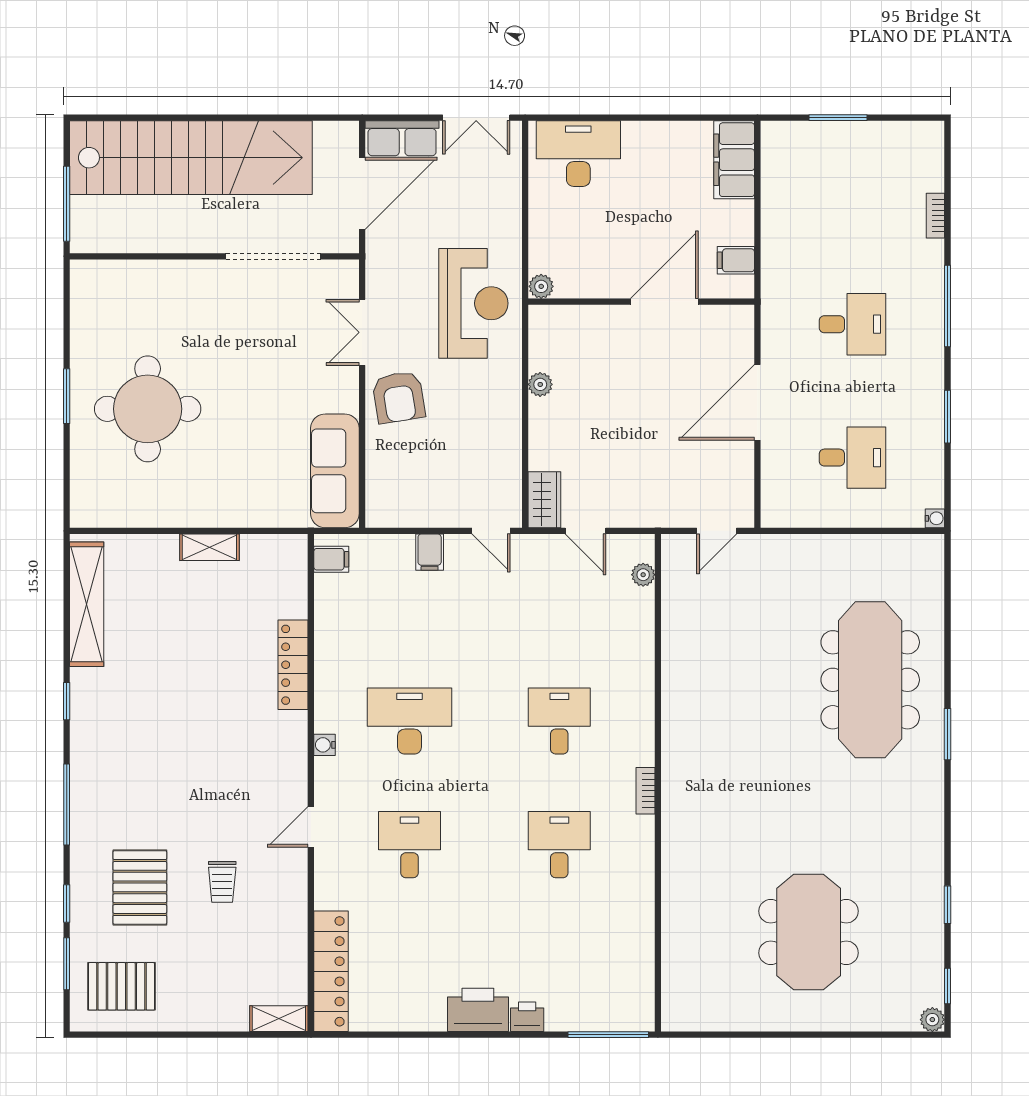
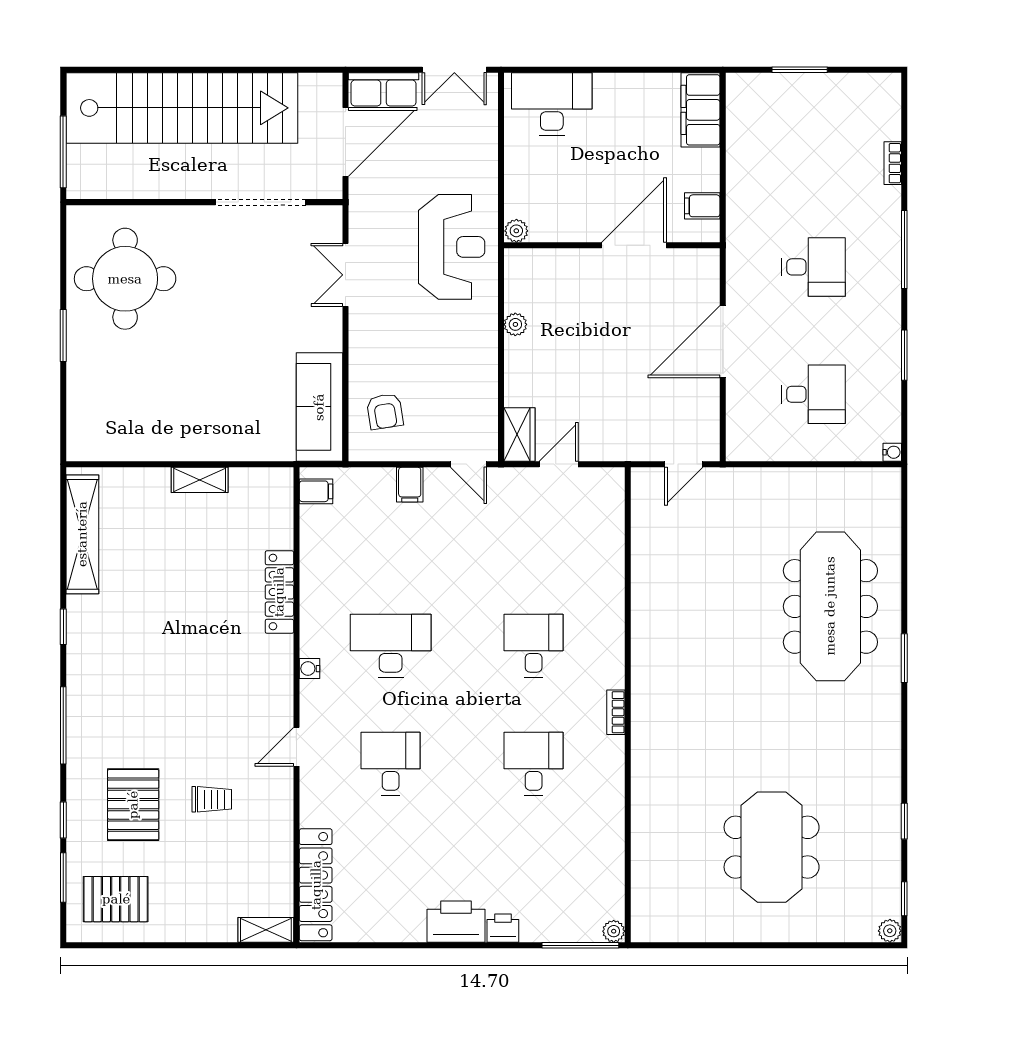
armchair: (399, 397) -> (385, 411), moved, width x0.72, depth x0.72
round table: (148, 409) -> (125, 279), moved
door: (586, 531) -> (559, 464), swing flipped
plant: (643, 575) -> (614, 931), moved
trolley: (222, 882) -> (212, 799), turned -90

